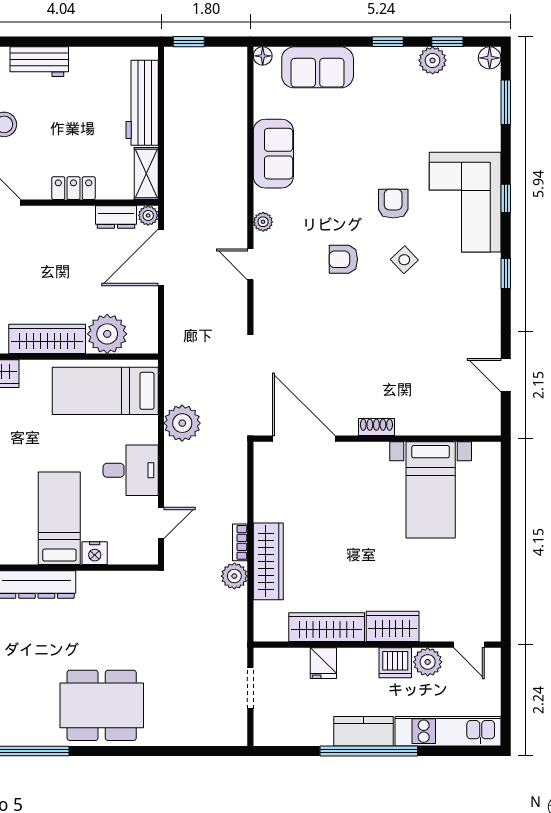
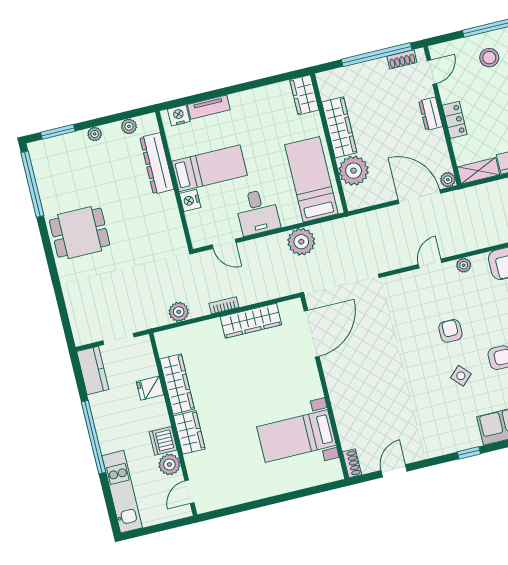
dresser: (116, 217) -> (431, 114), moved
shoe rack: (376, 427) -> (352, 463), moved
wardrobe: (268, 561) -> (251, 321), moved
plant: (234, 576) -> (179, 312), moved
dining table: (102, 705) -> (80, 233), width x0.73
kitchen counter: (363, 731) -> (93, 371), moved

